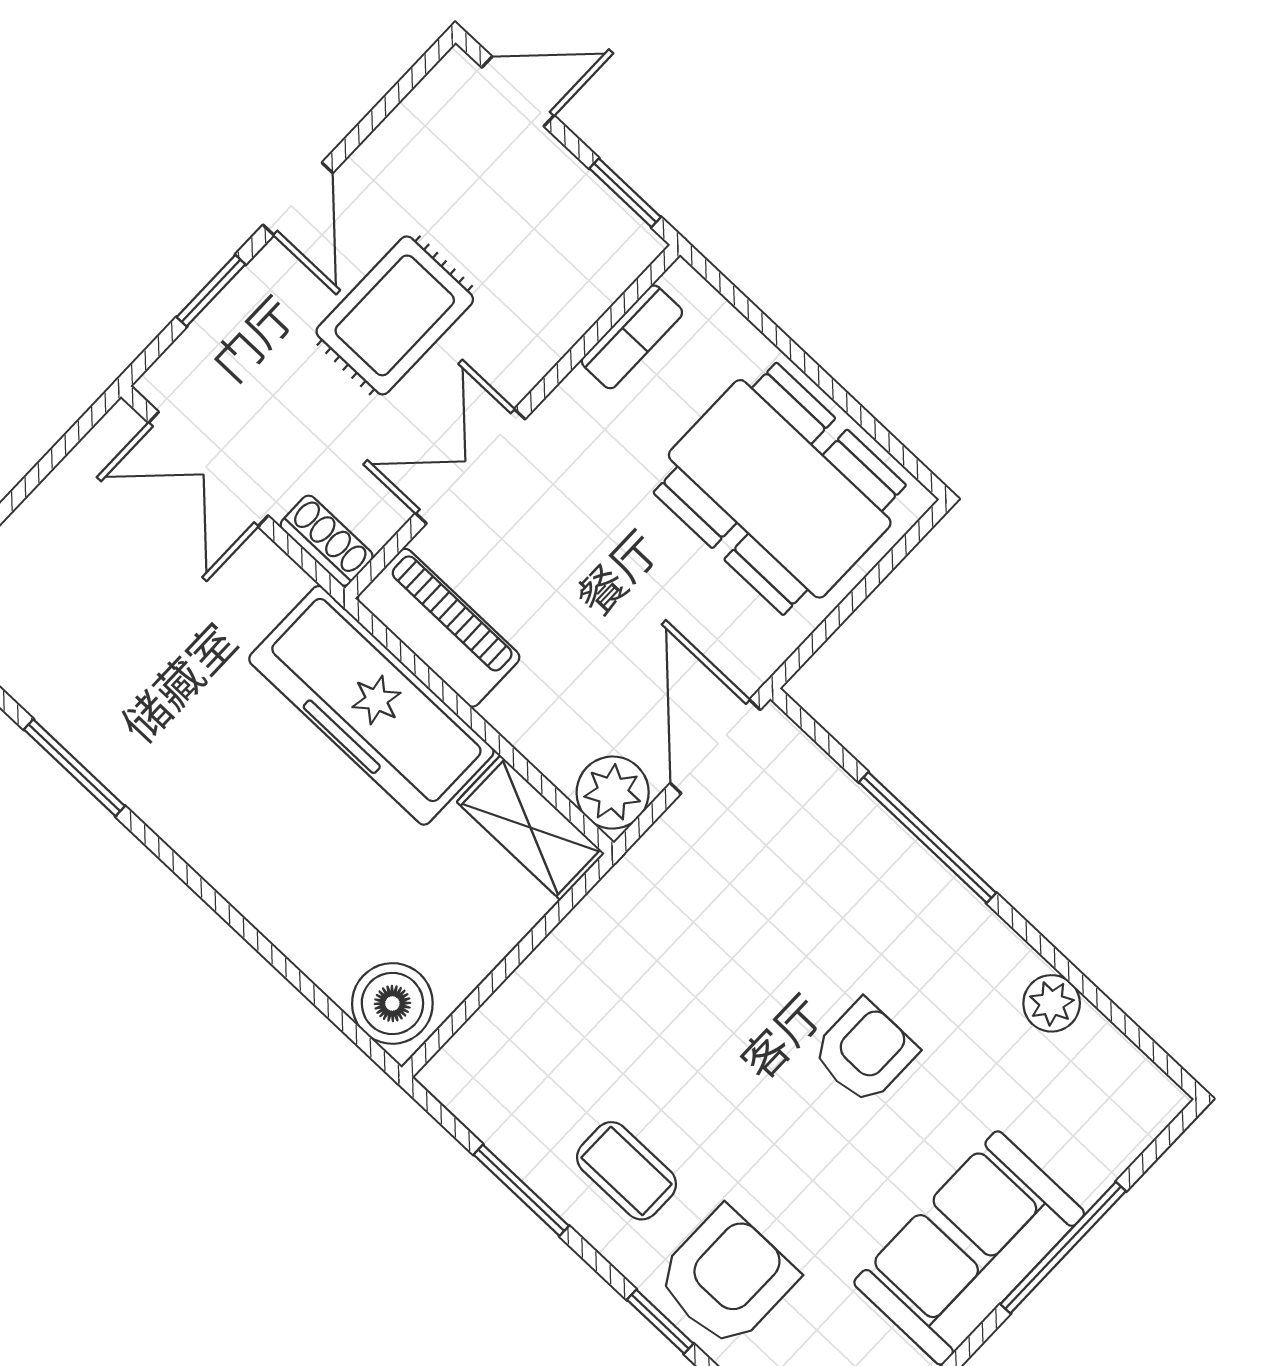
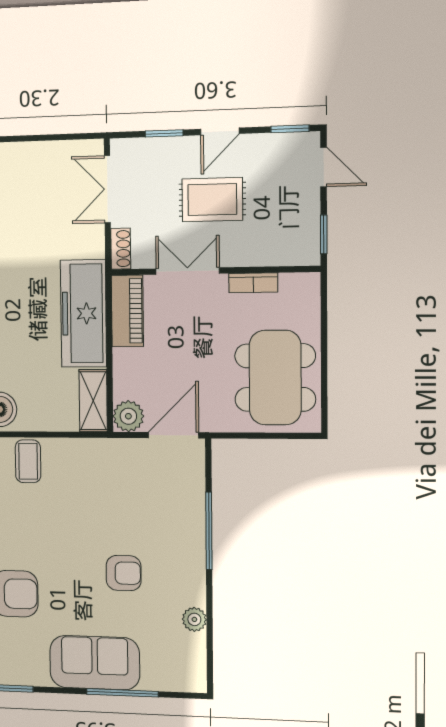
window: (405, 86) -> (290, 129), added
bookcase: (632, 337) -> (253, 283), moved
coffee table: (627, 1171) -> (28, 461), moved

